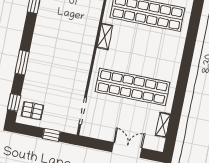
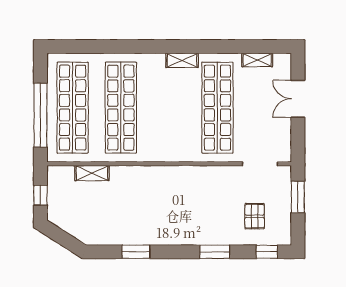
shelving: (105, 37) -> (182, 60), moved
pallet: (32, 111) -> (255, 216), moved
window: (51, 135) -> (298, 197), width x1.50

